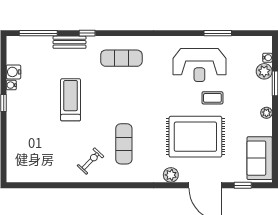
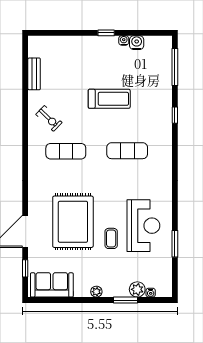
bench: (70, 42) -> (34, 74), moved
exercise mat: (121, 58) -> (127, 151), moved, turned 90
reception desk: (199, 65) -> (143, 226), turned 180
plant: (171, 175) -> (35, 198), removed

